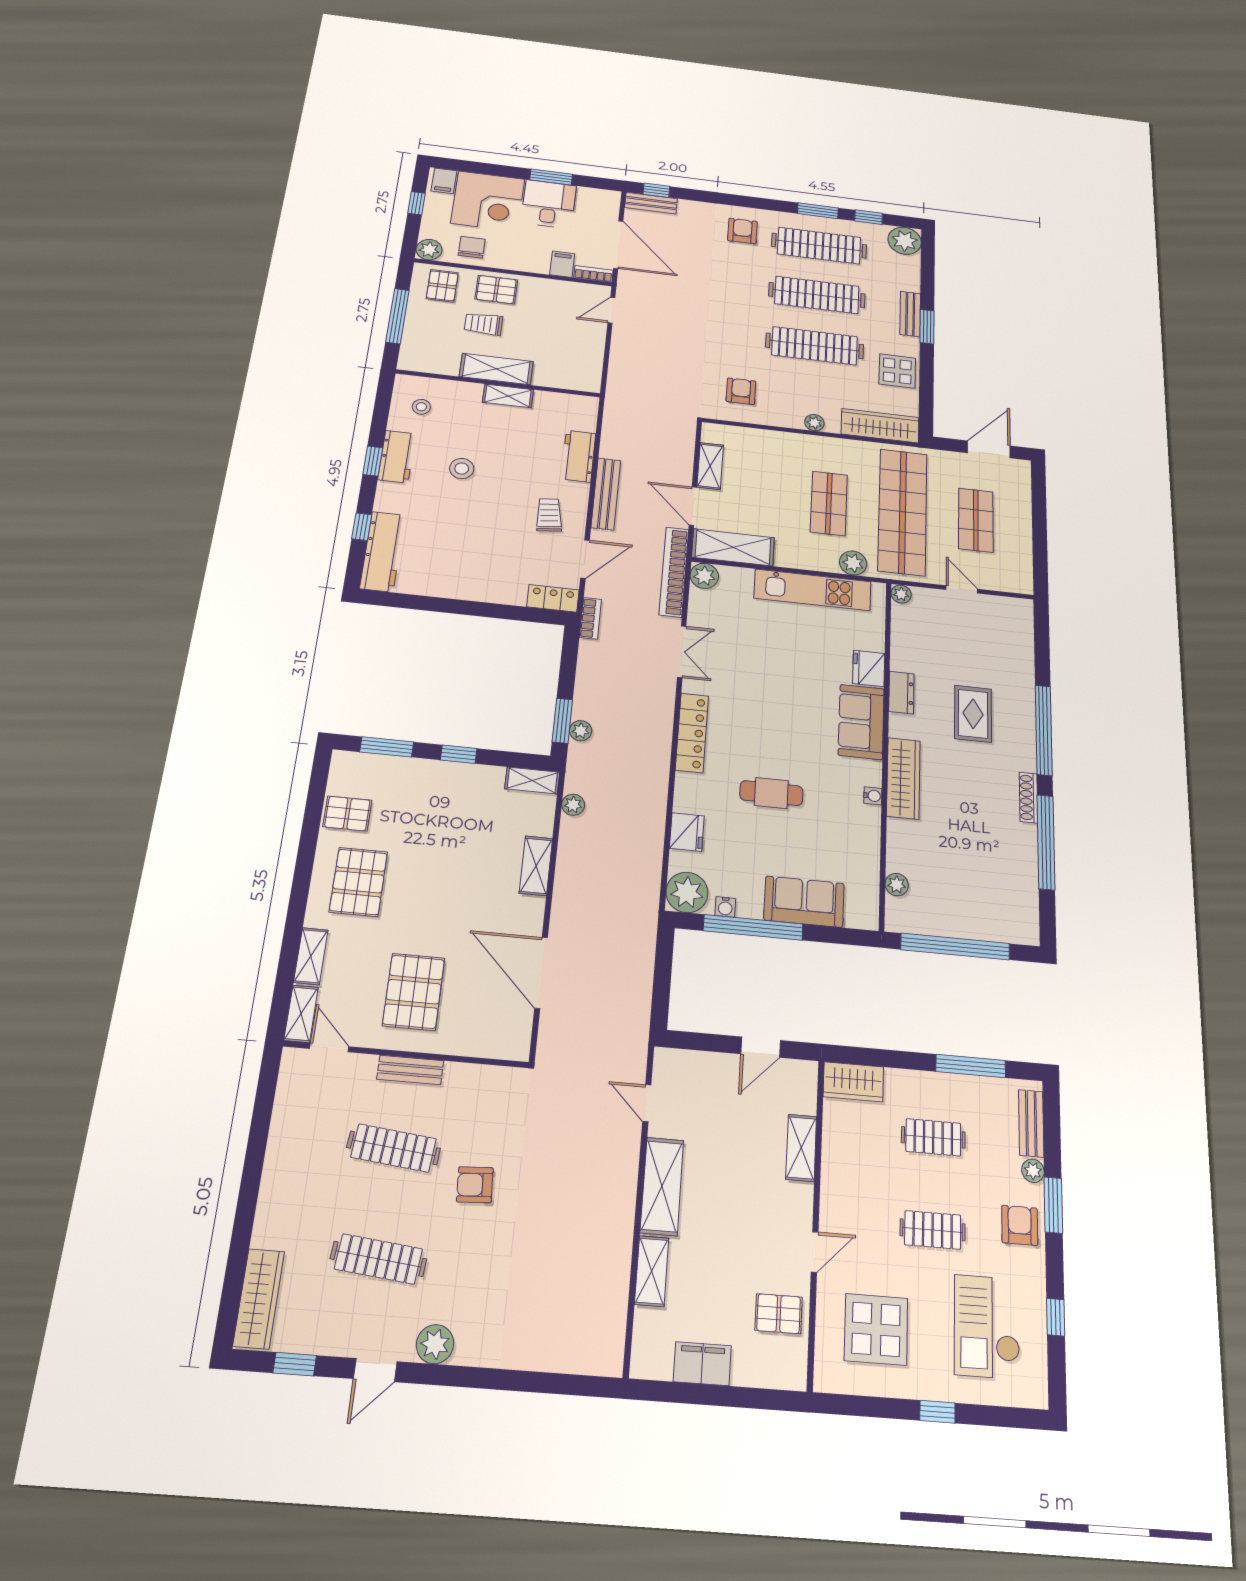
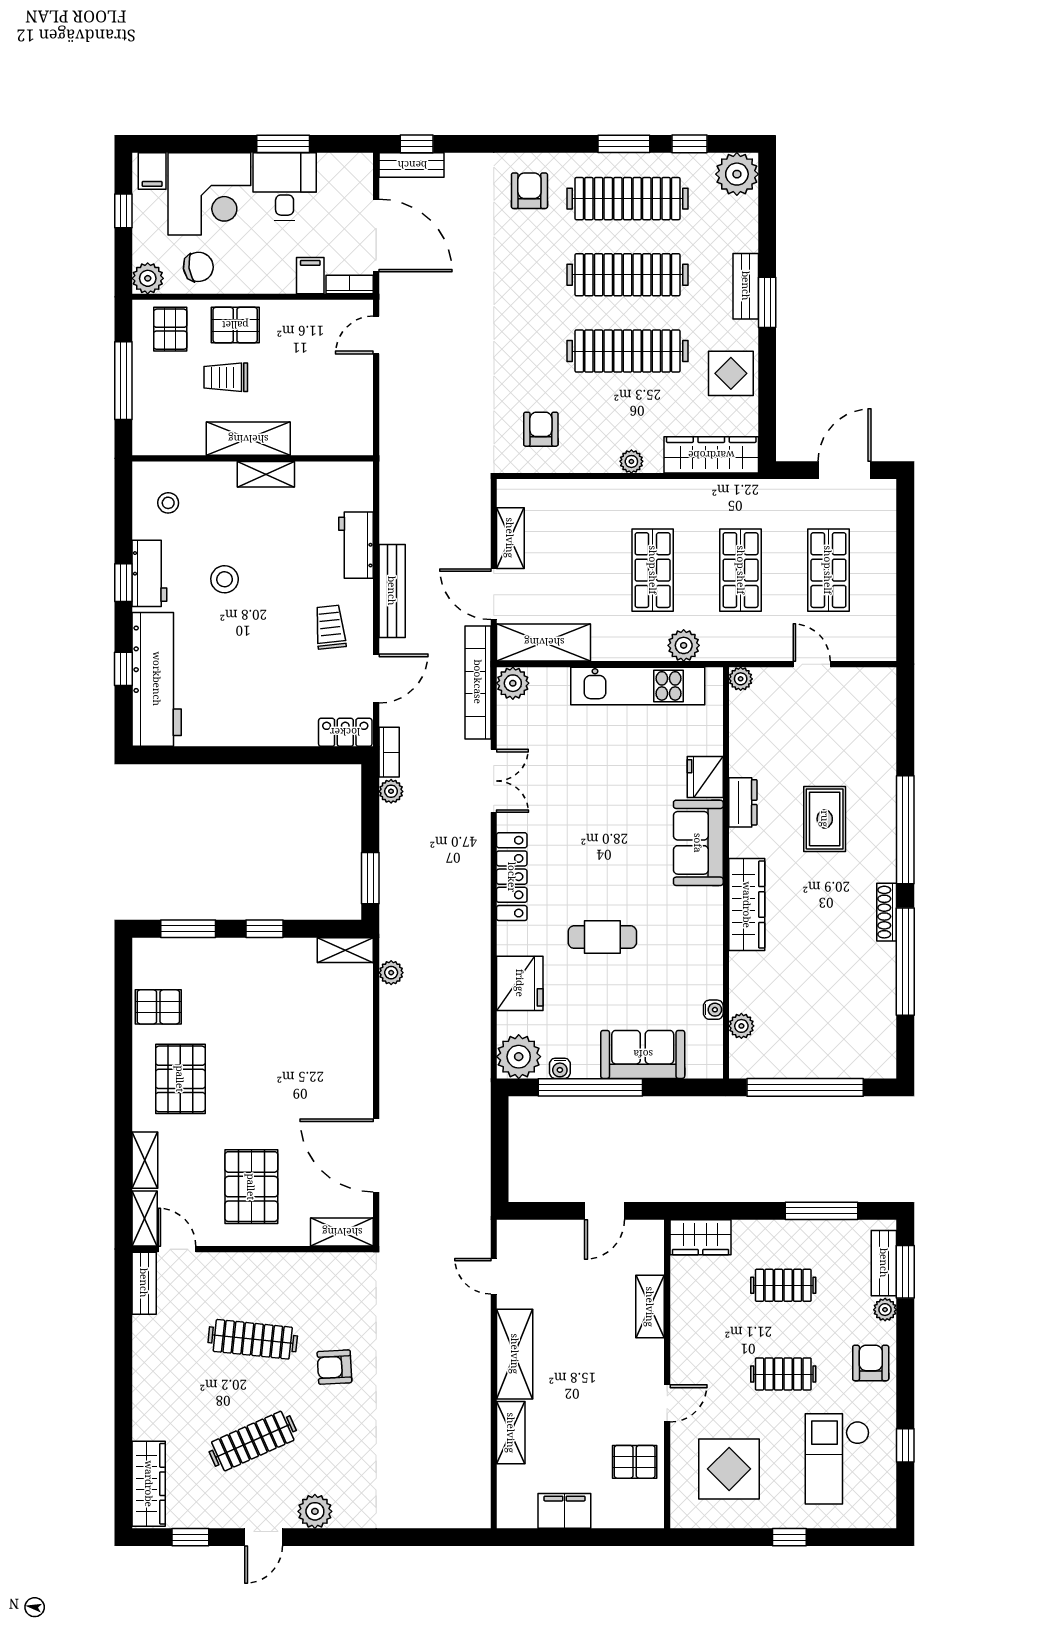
chair: (472, 247) -> (198, 267), turned 82
shop shelf: (903, 512) -> (741, 570), width x0.50, depth x0.74
workbench: (382, 552) -> (157, 679), width x1.36, depth x1.32
plant: (581, 731) -> (391, 791), moved
water cooler: (873, 796) -> (713, 1010), moved
fridge: (687, 832) -> (520, 983), width x1.36, depth x1.34
shelving: (536, 866) -> (342, 1232), moved, turned 90
bench: (410, 1070) -> (144, 1283), moved, turned 90
window: (1053, 1205) -> (905, 1272), moved
clothes rail: (378, 1259) -> (253, 1441), turned -30

